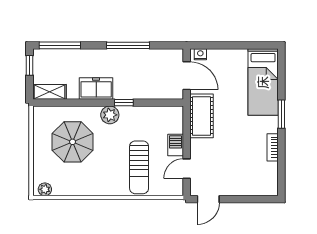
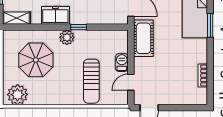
window: (281, 114) -> (210, 25), moved
bookcase: (273, 147) -> (203, 76), moved
plant: (45, 189) -> (17, 95), width x1.87, depth x1.87

